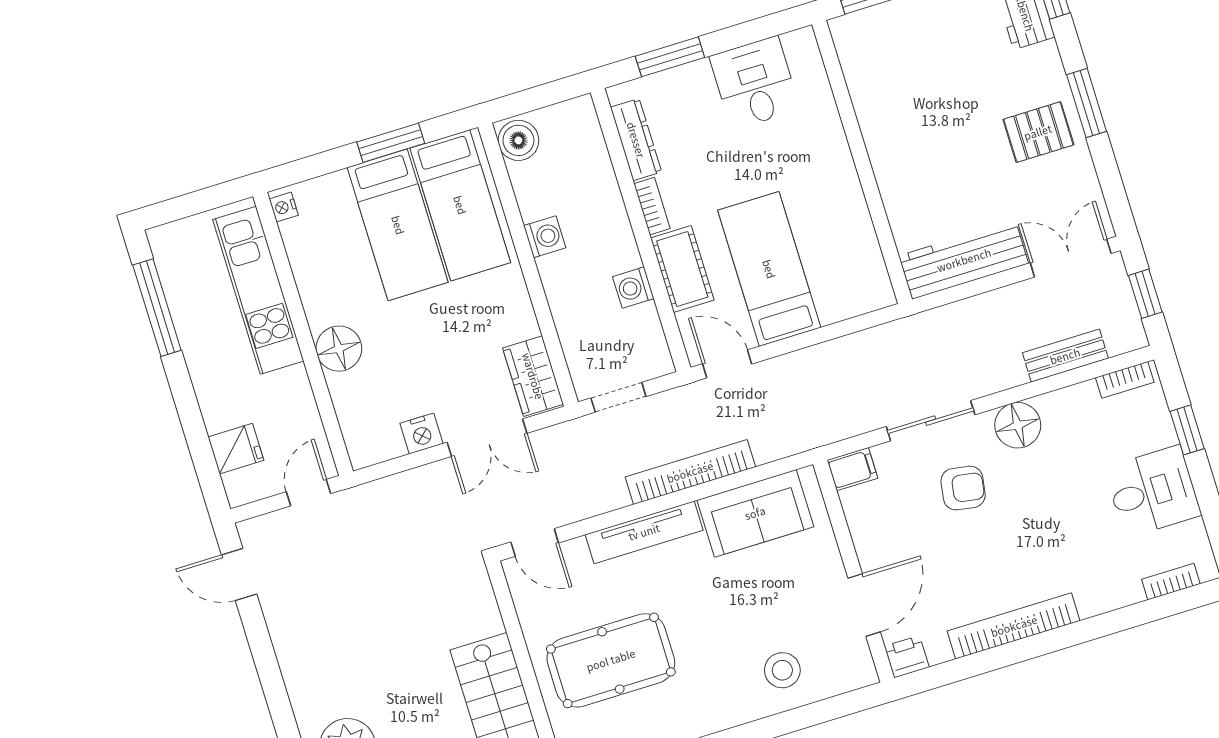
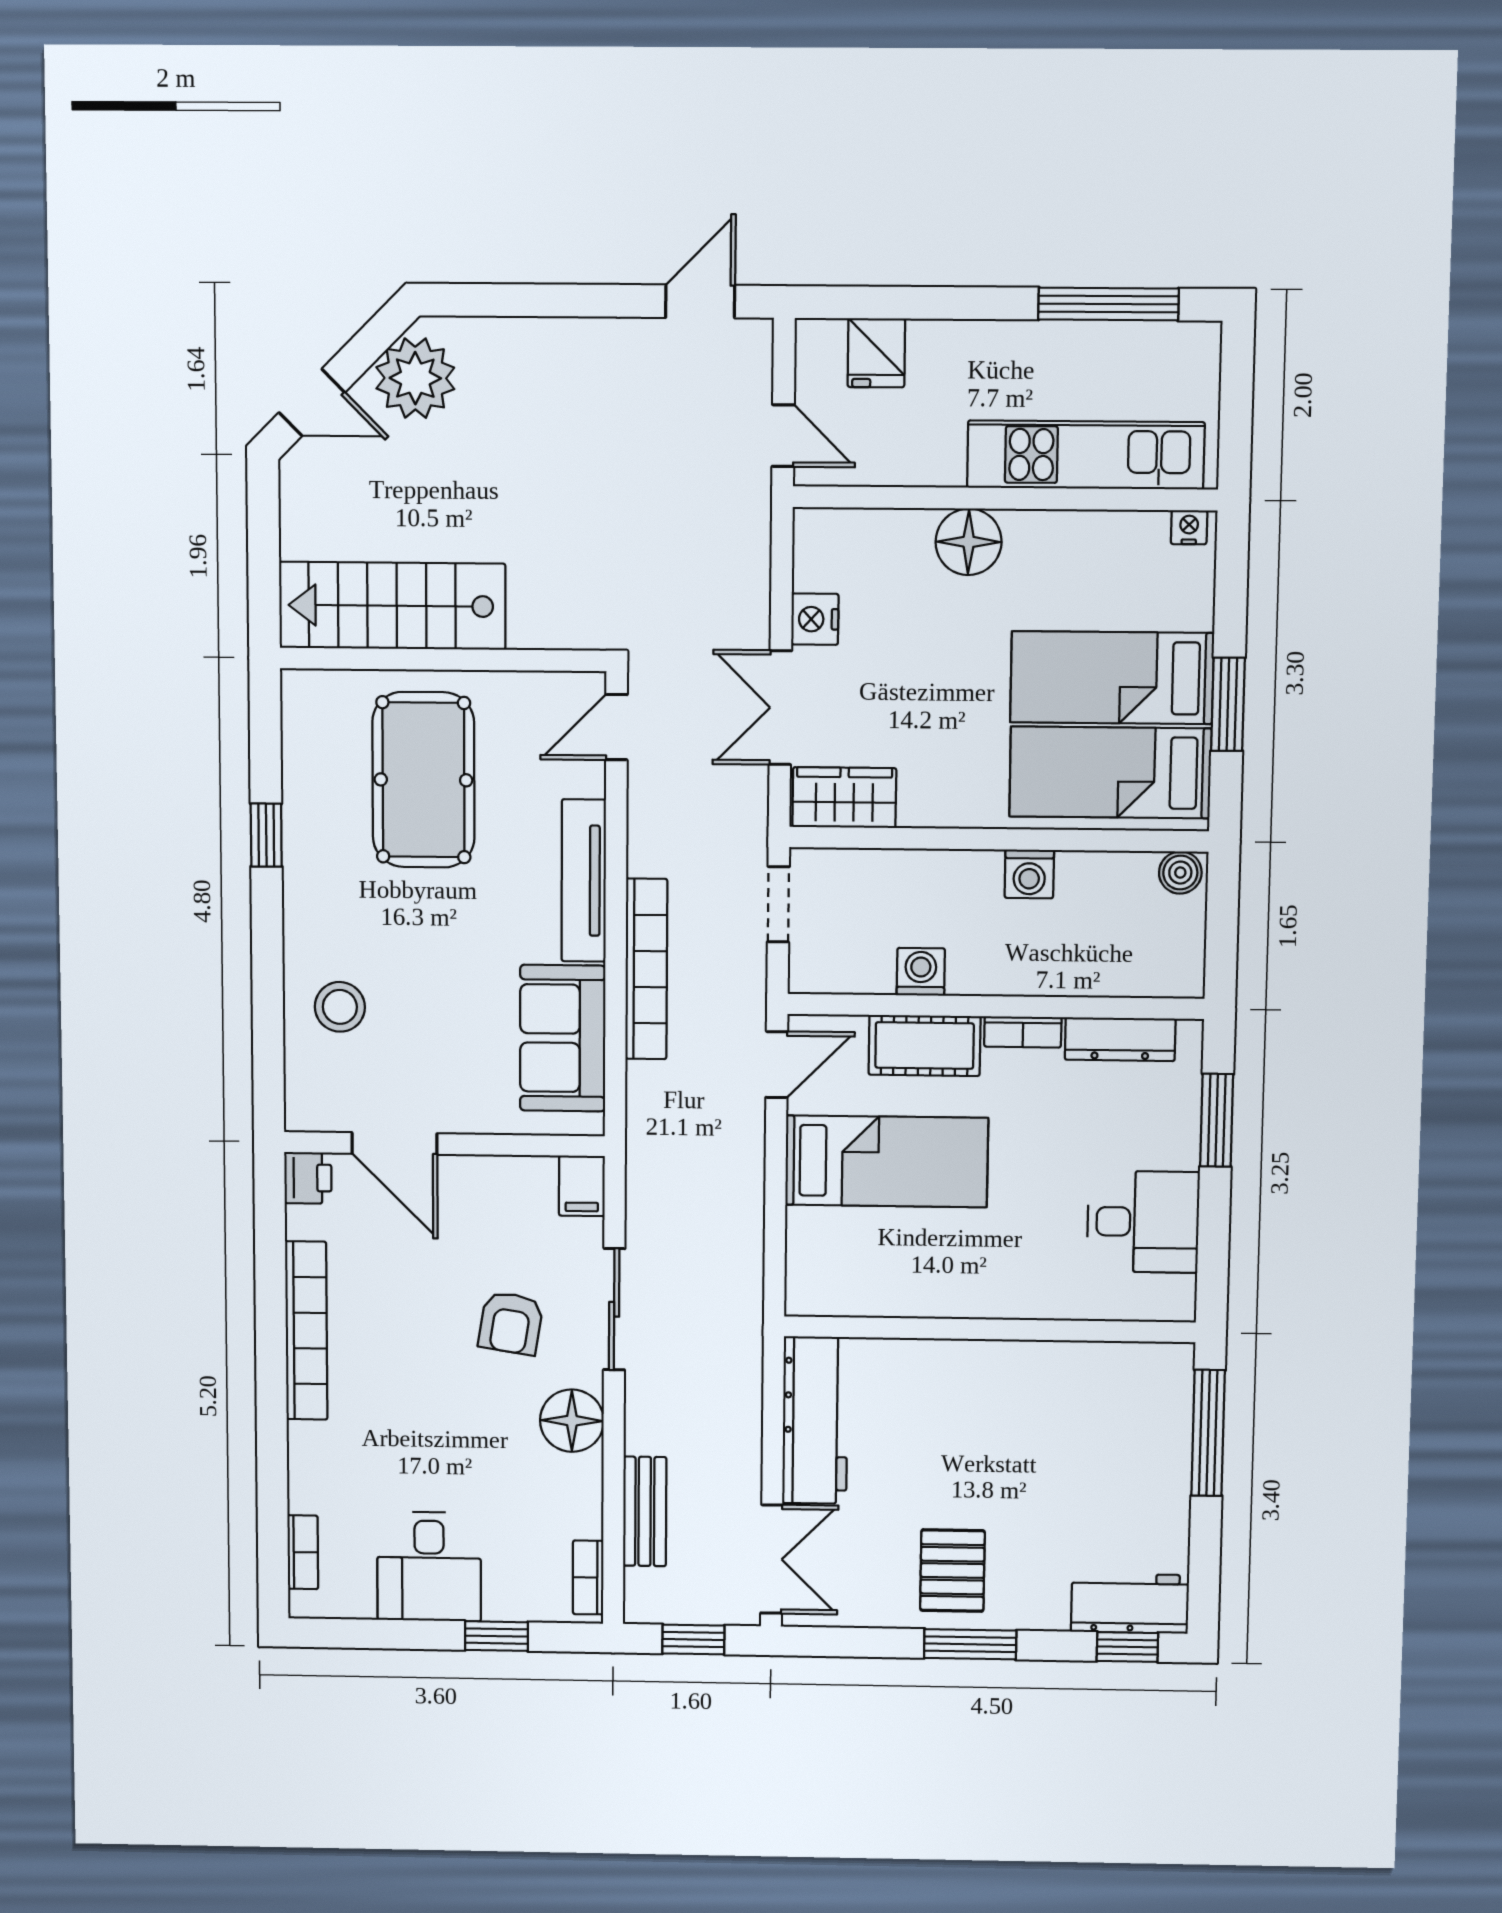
boiler: (518, 140) -> (1180, 873), width x0.73, depth x0.73

